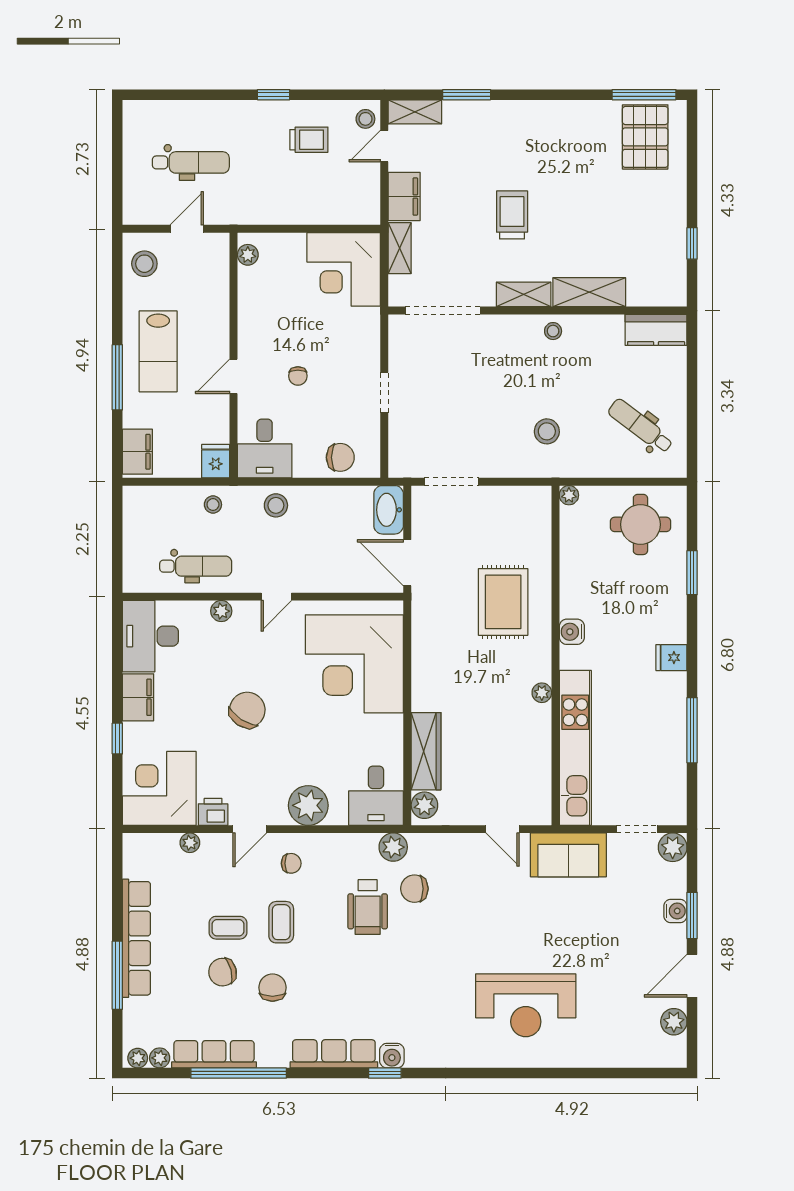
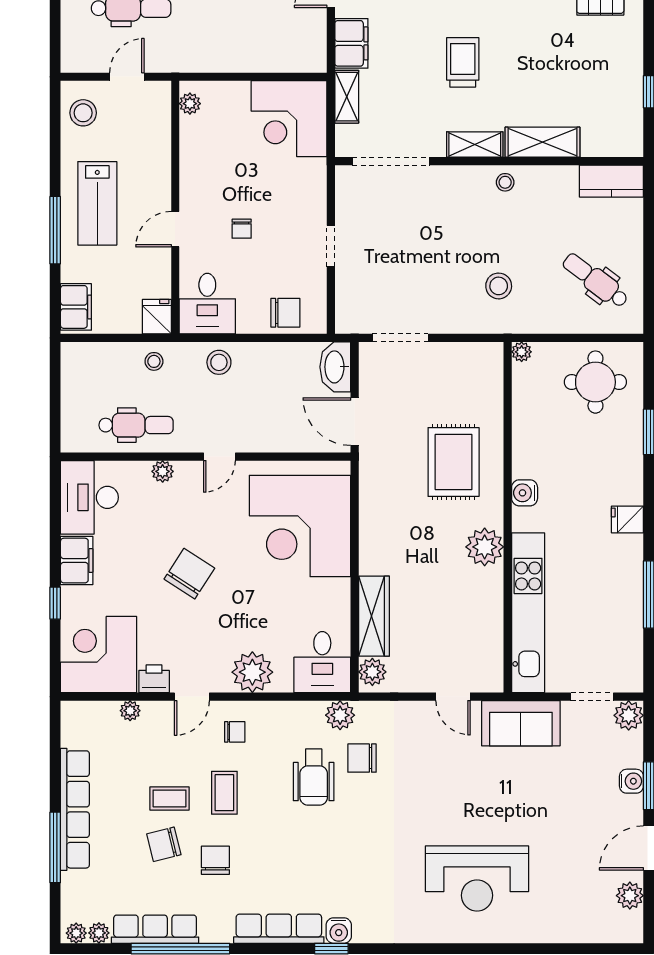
plant: (542, 693) -> (485, 547), width x1.88, depth x1.88

